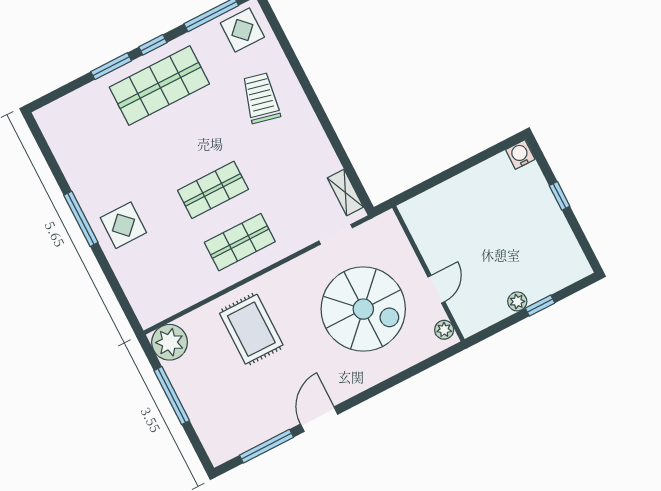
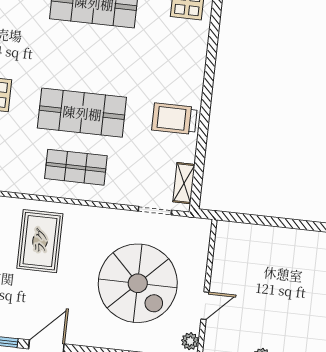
trolley: (261, 98) -> (174, 119), moved, turned -103
shop shelf: (213, 190) -> (82, 113), width x1.43, depth x1.36

